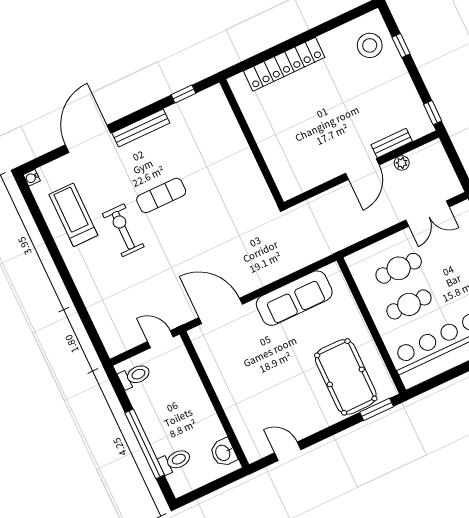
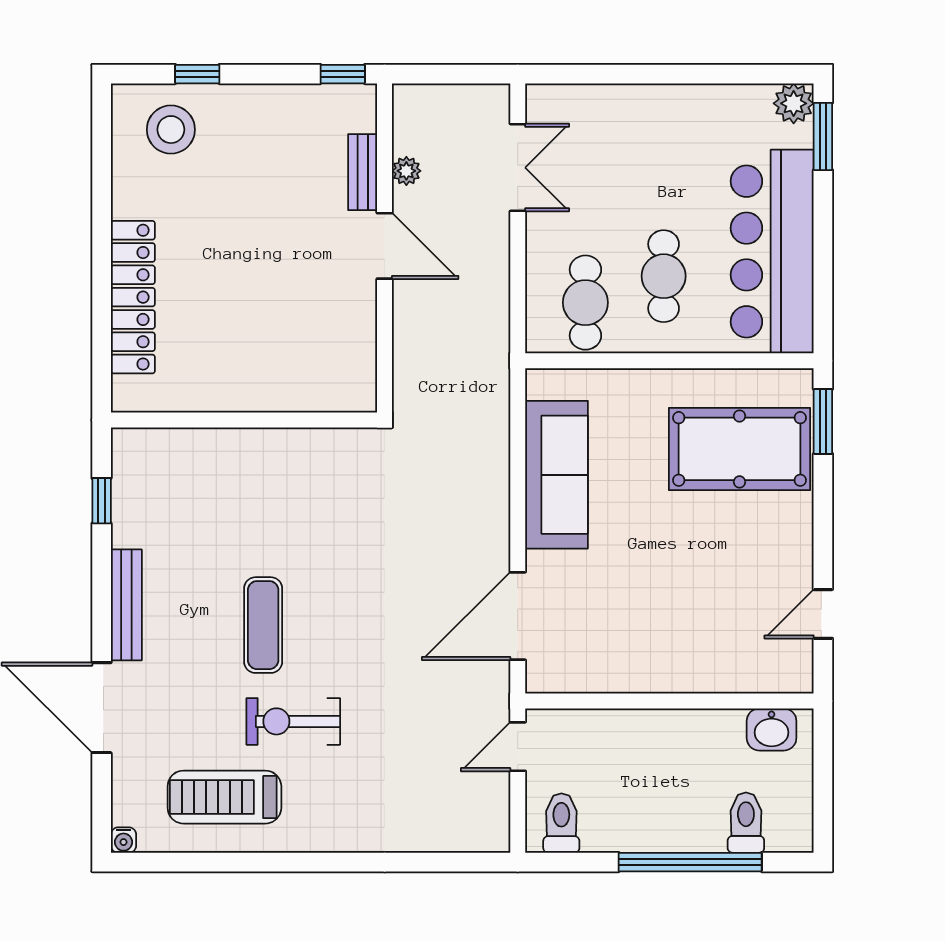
cafe table: (399, 268) -> (585, 303), moved

